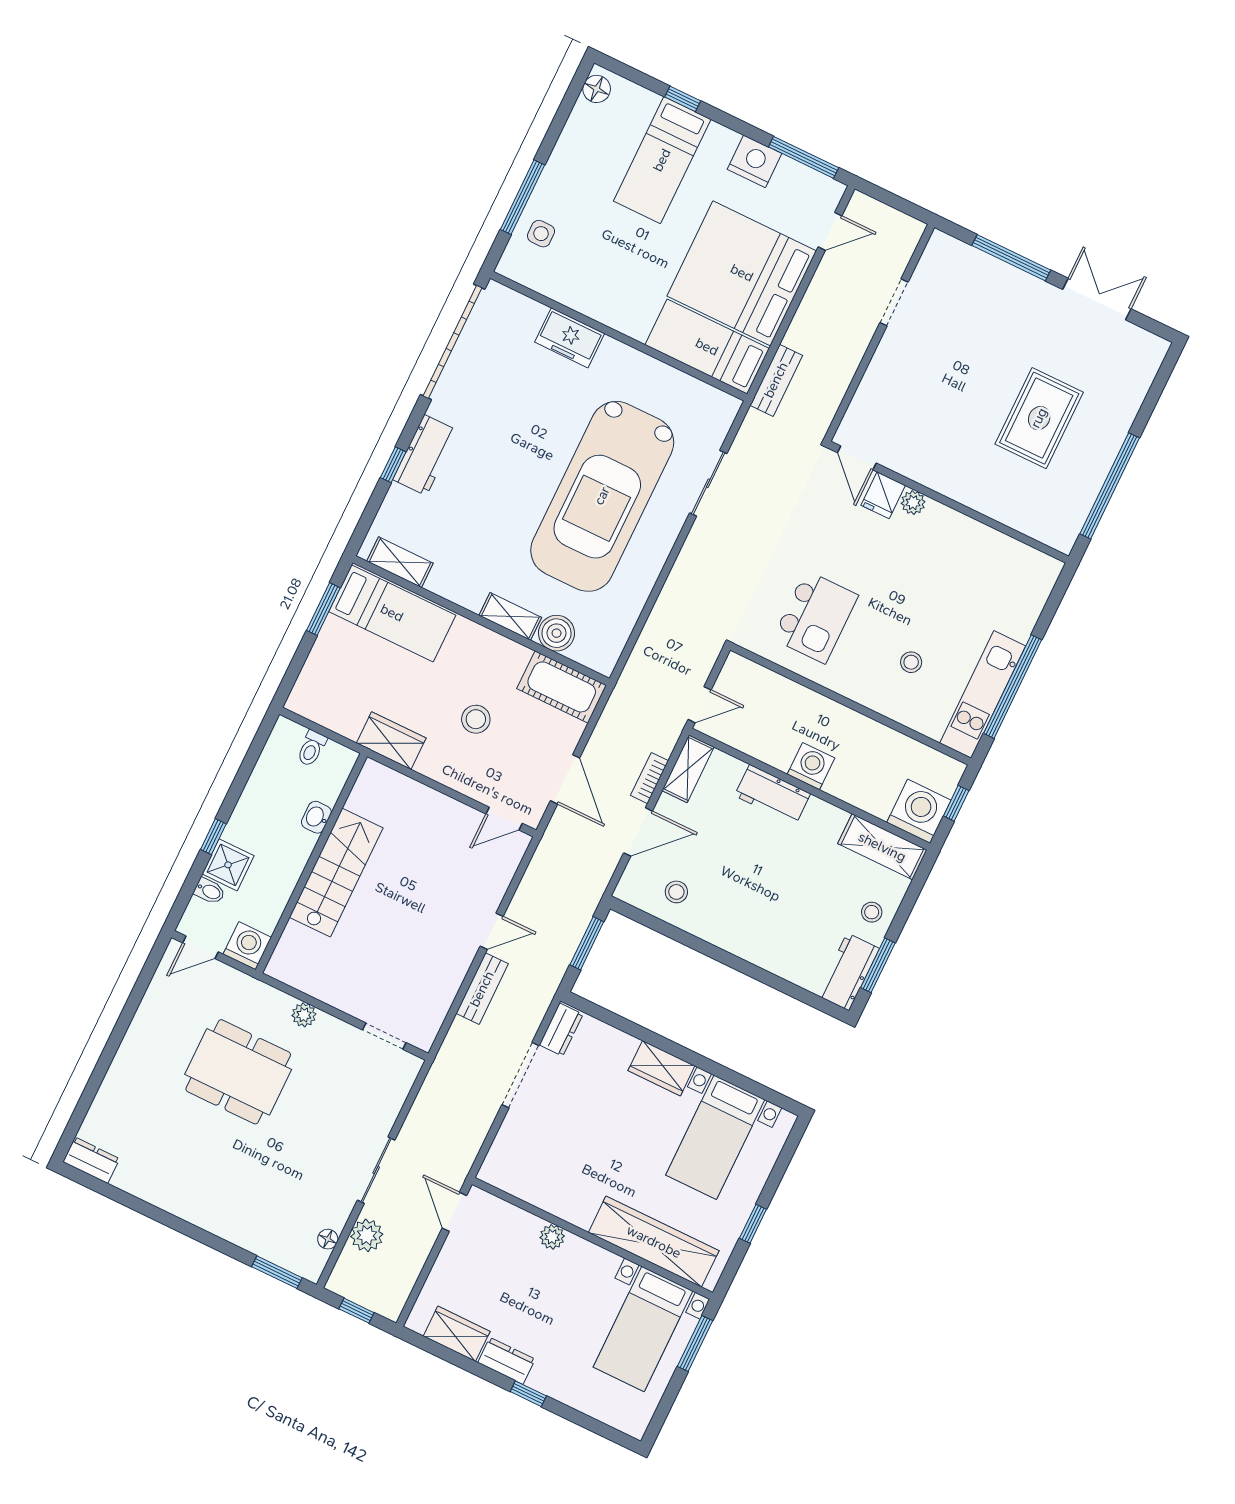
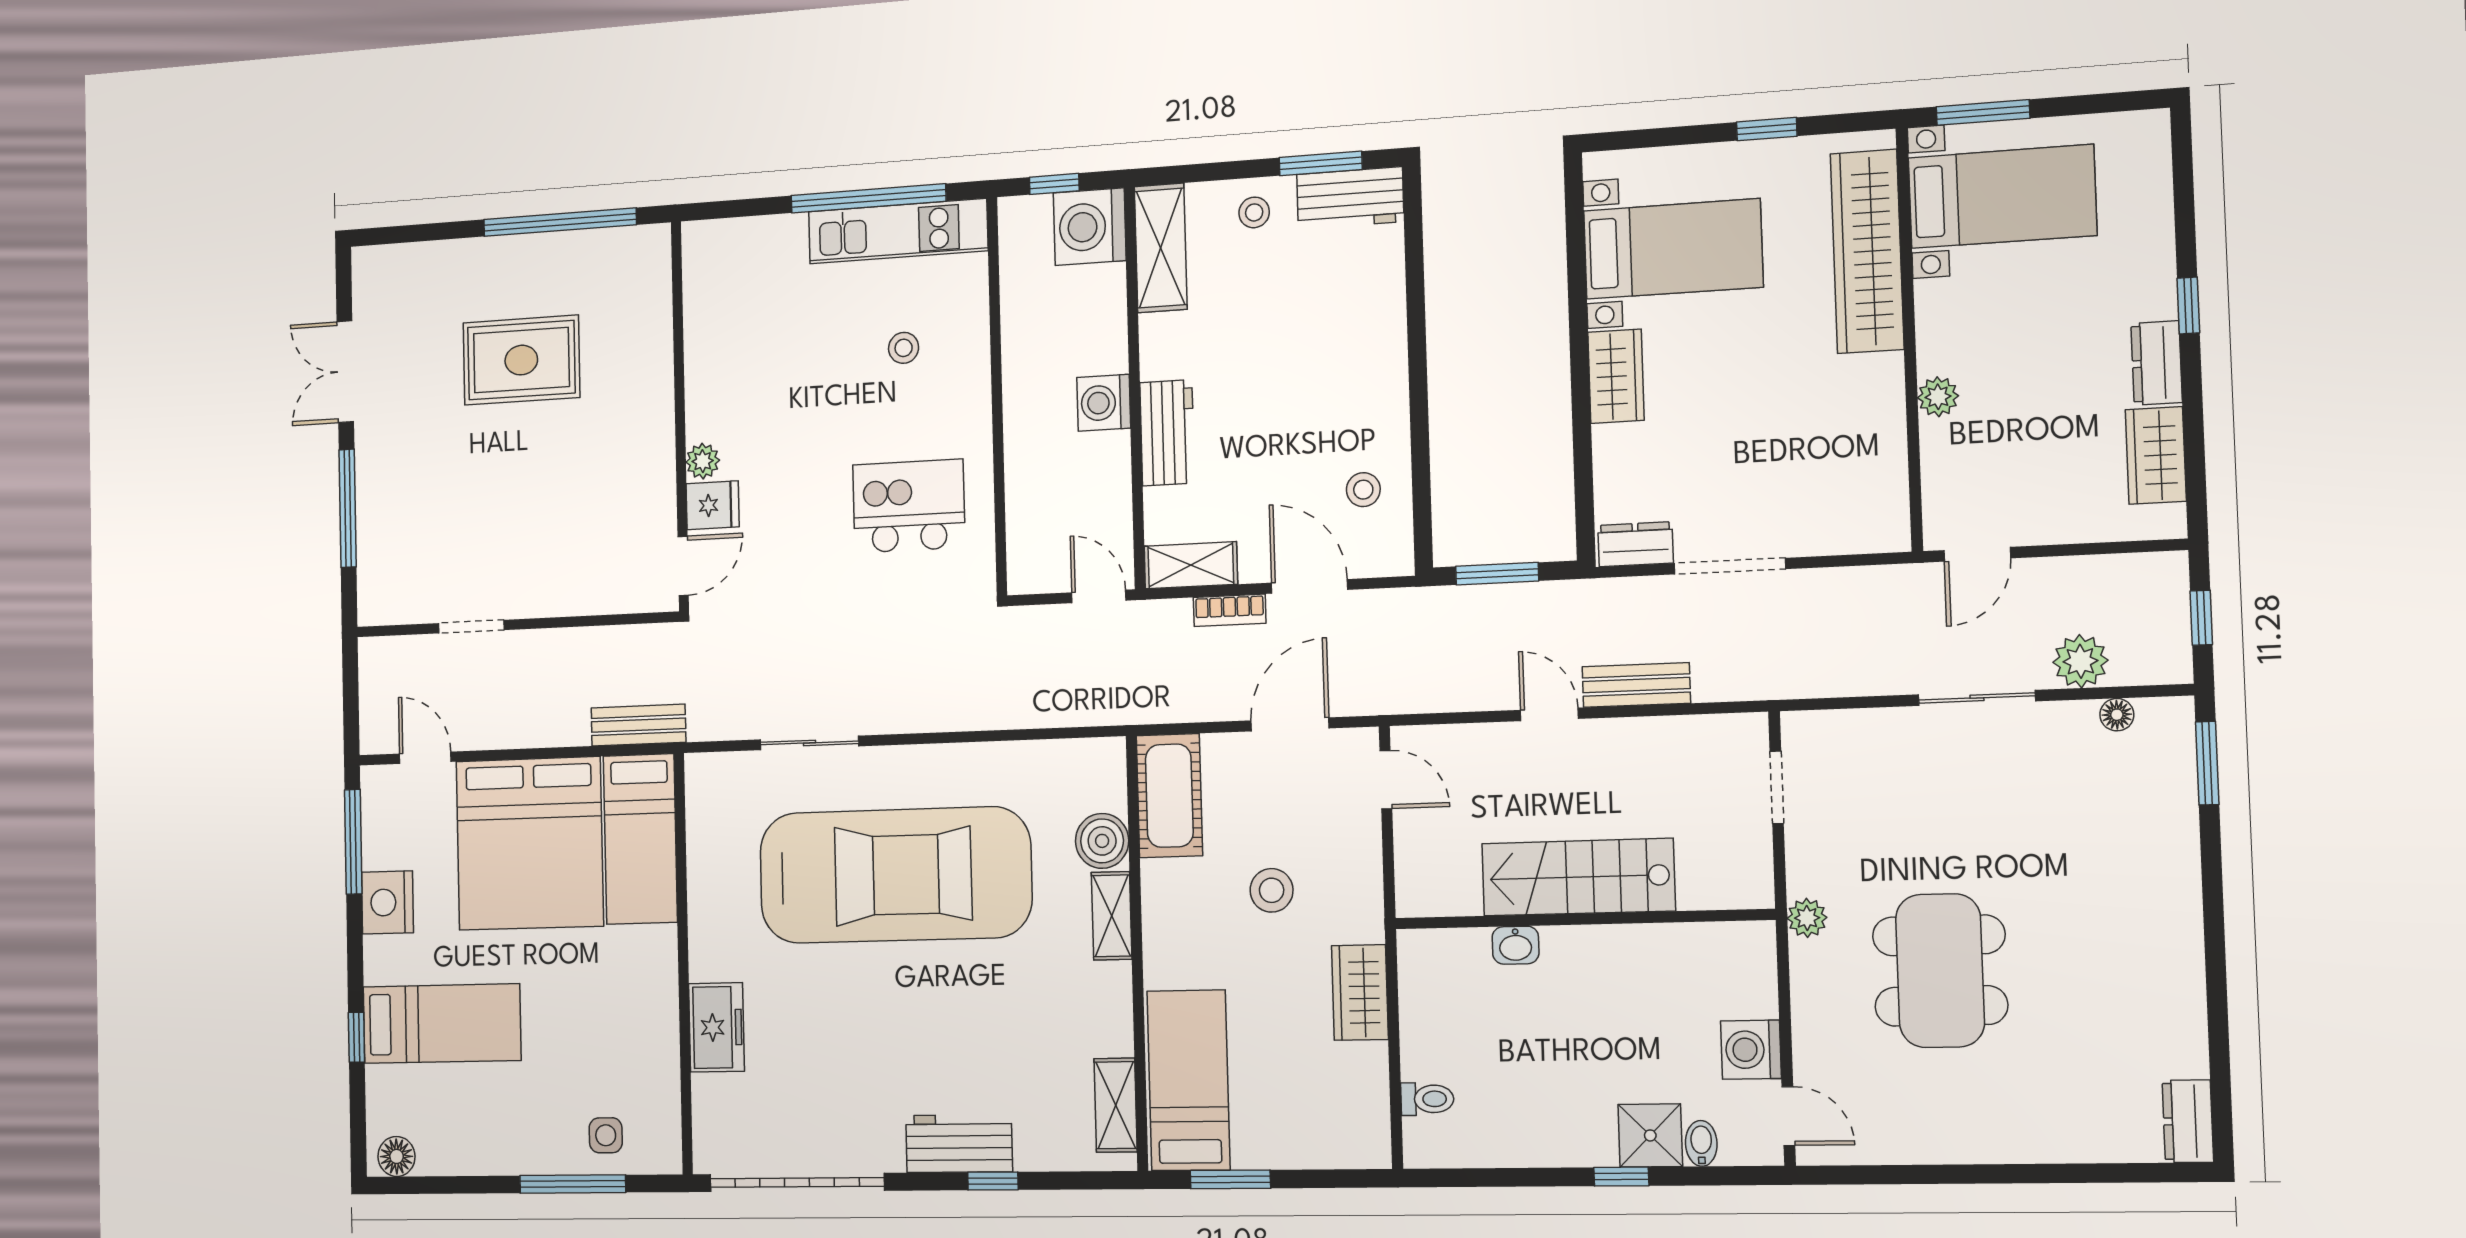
washbasin: (316, 817) -> (1516, 945), moved
wall: (311, 863) -> (1583, 919), moved
stairs: (336, 873) -> (1578, 877), moved

